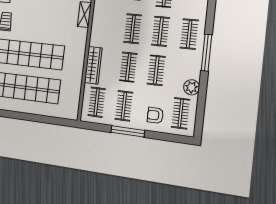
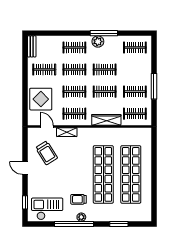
clothes rail: (105, 26) -> (74, 114), added
window: (207, 53) -> (104, 33), moved
plant: (192, 87) -> (98, 42), moved
armchair: (155, 115) -> (139, 66), removed

